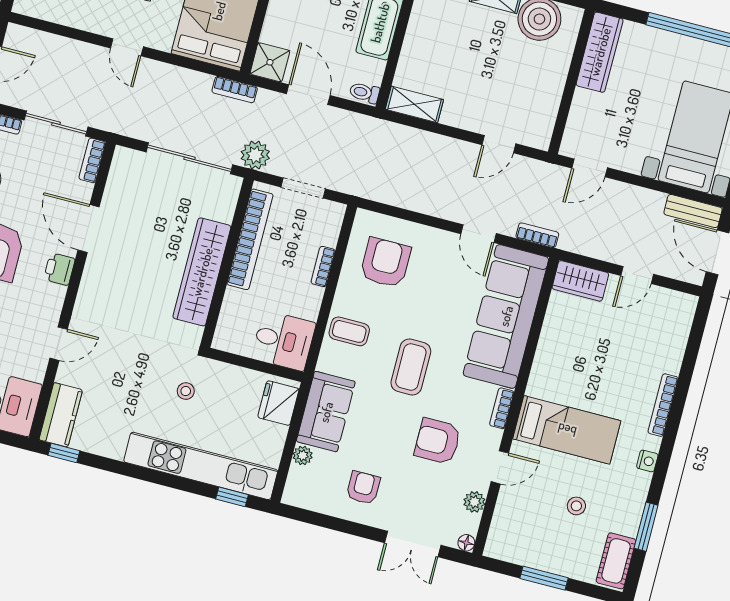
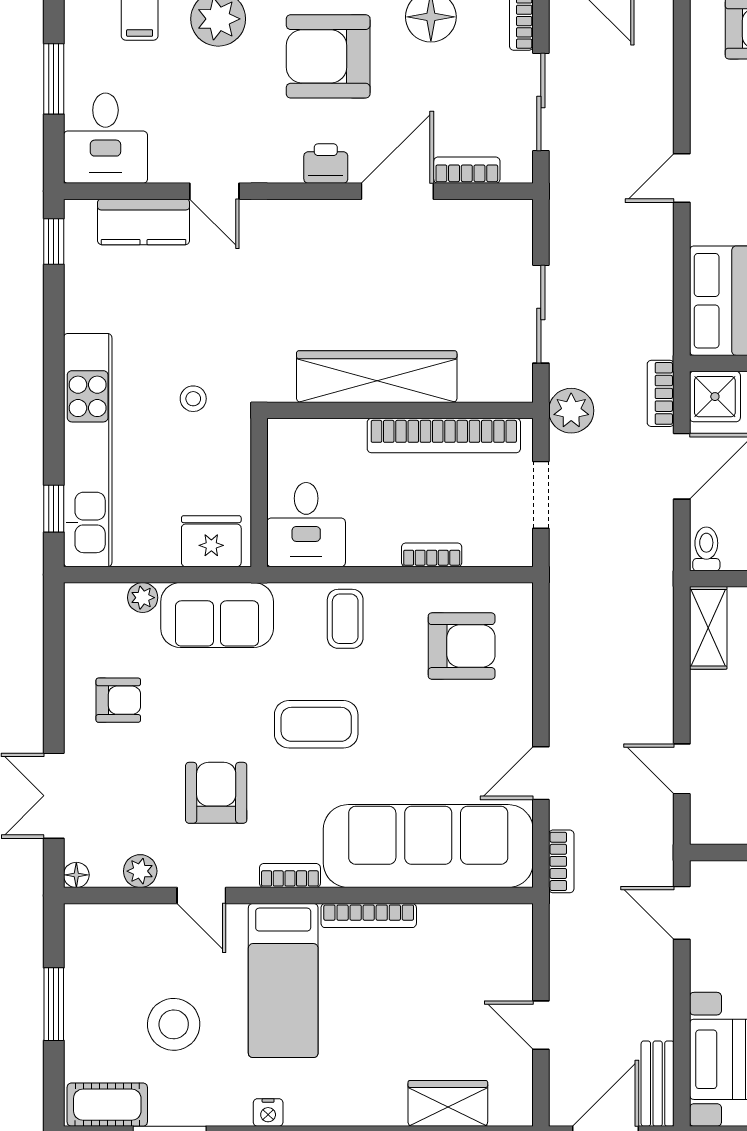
bookcase: (235, 90) -> (661, 393), moved
sliding door: (189, 158) -> (541, 314), width x0.73
bookcase: (92, 160) -> (467, 170), moved
wardrobe: (580, 281) -> (448, 1103), moved, turned 90
bookcase: (663, 405) -> (369, 916), moved, turned 180
kitchen counter: (61, 415) -> (144, 222), moved
stool: (576, 506) -> (174, 1024), width x1.89, depth x1.89

